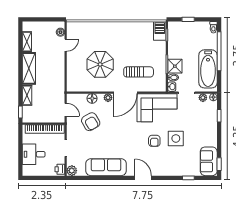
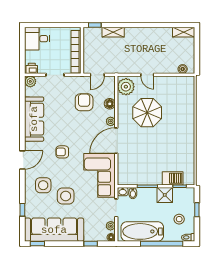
barbecue: (160, 31) -> (173, 178), moved
stool: (197, 35) -> (179, 219), added
shelving: (27, 42) -> (184, 32), moved
door: (66, 45) -> (147, 75), moved
shower: (175, 66) -> (165, 195), moved
shelving: (29, 68) -> (143, 34), removed
sun lounger: (139, 72) -> (139, 155), removed
plant: (77, 84) -> (126, 87), added
door: (126, 93) -> (116, 141), hinge flipped
armchair: (91, 122) -> (84, 102), turned 120
armchair: (154, 141) -> (62, 152), moved
desk: (34, 154) -> (37, 39), moved, turned -90
side table: (166, 159) -> (43, 185), added
sofa: (209, 161) -> (54, 230), width x1.85, depth x1.27

